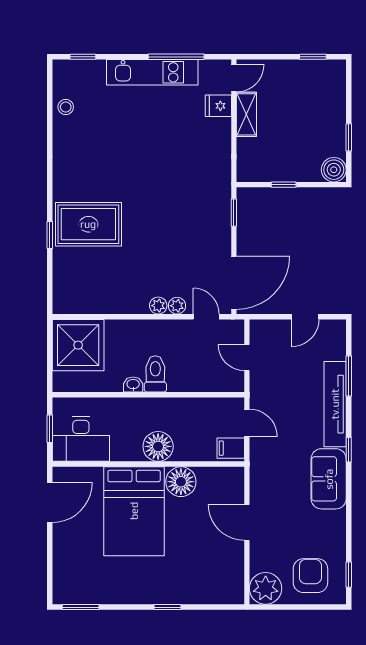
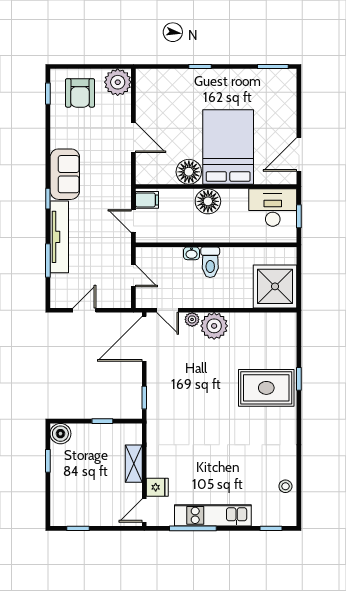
shelving: (246, 114) -> (134, 464), moved
plant: (158, 306) -> (214, 326), width x1.87, depth x1.87
washbasin: (133, 384) -> (191, 253), moved

